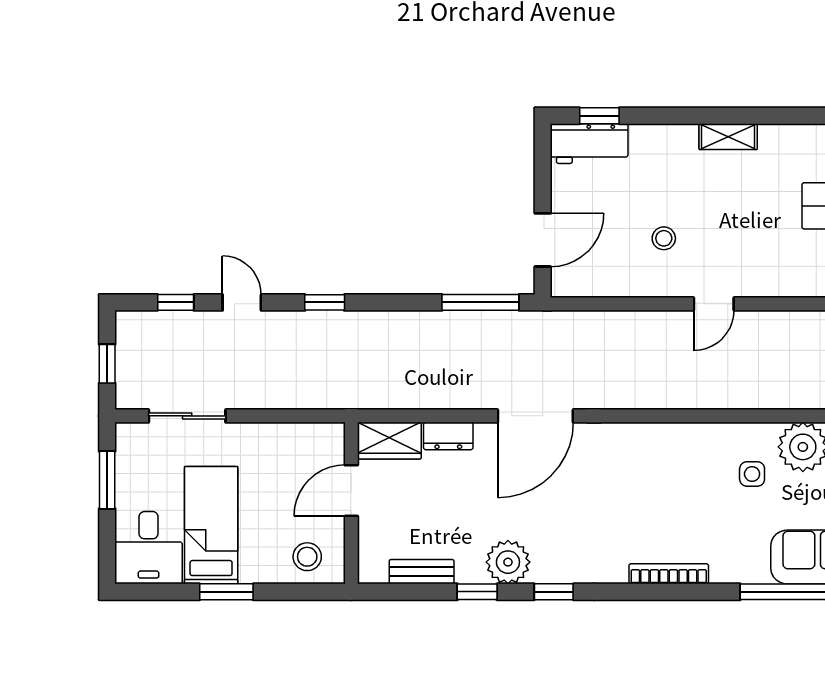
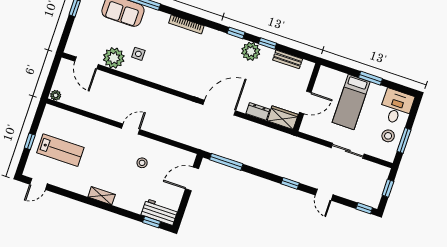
window: (176, 302) -> (364, 208), moved
sliding door: (187, 416) -> (348, 151), moved
bed: (211, 525) -> (351, 102), moved
stool: (307, 557) -> (388, 136), moved

